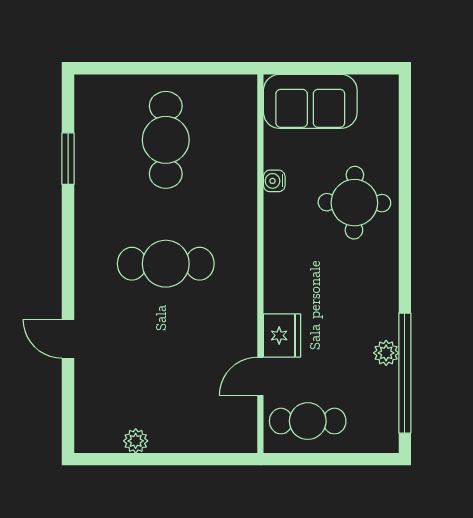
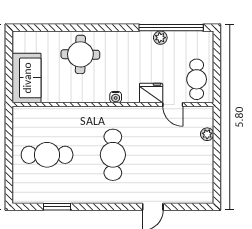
water cooler: (274, 181) -> (116, 97), moved
plant: (136, 441) -> (207, 134), moved

